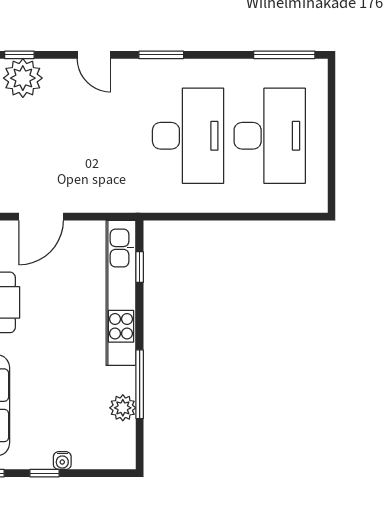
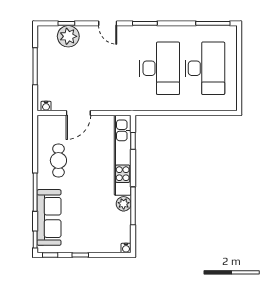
plant: (123, 408) -> (124, 204), moved
water cooler: (62, 461) -> (126, 248), moved

